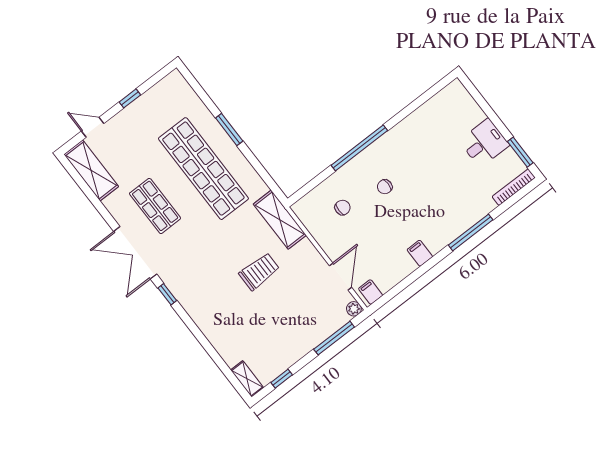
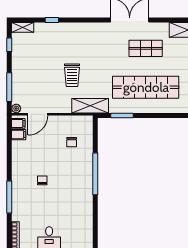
window: (229, 129) -> (122, 115), moved
chair: (385, 187) -> (42, 180), moved
filing cabinet: (420, 253) -> (19, 135), moved
door: (340, 276) -> (38, 114), hinge flipped
window: (167, 294) -> (52, 20), moved

